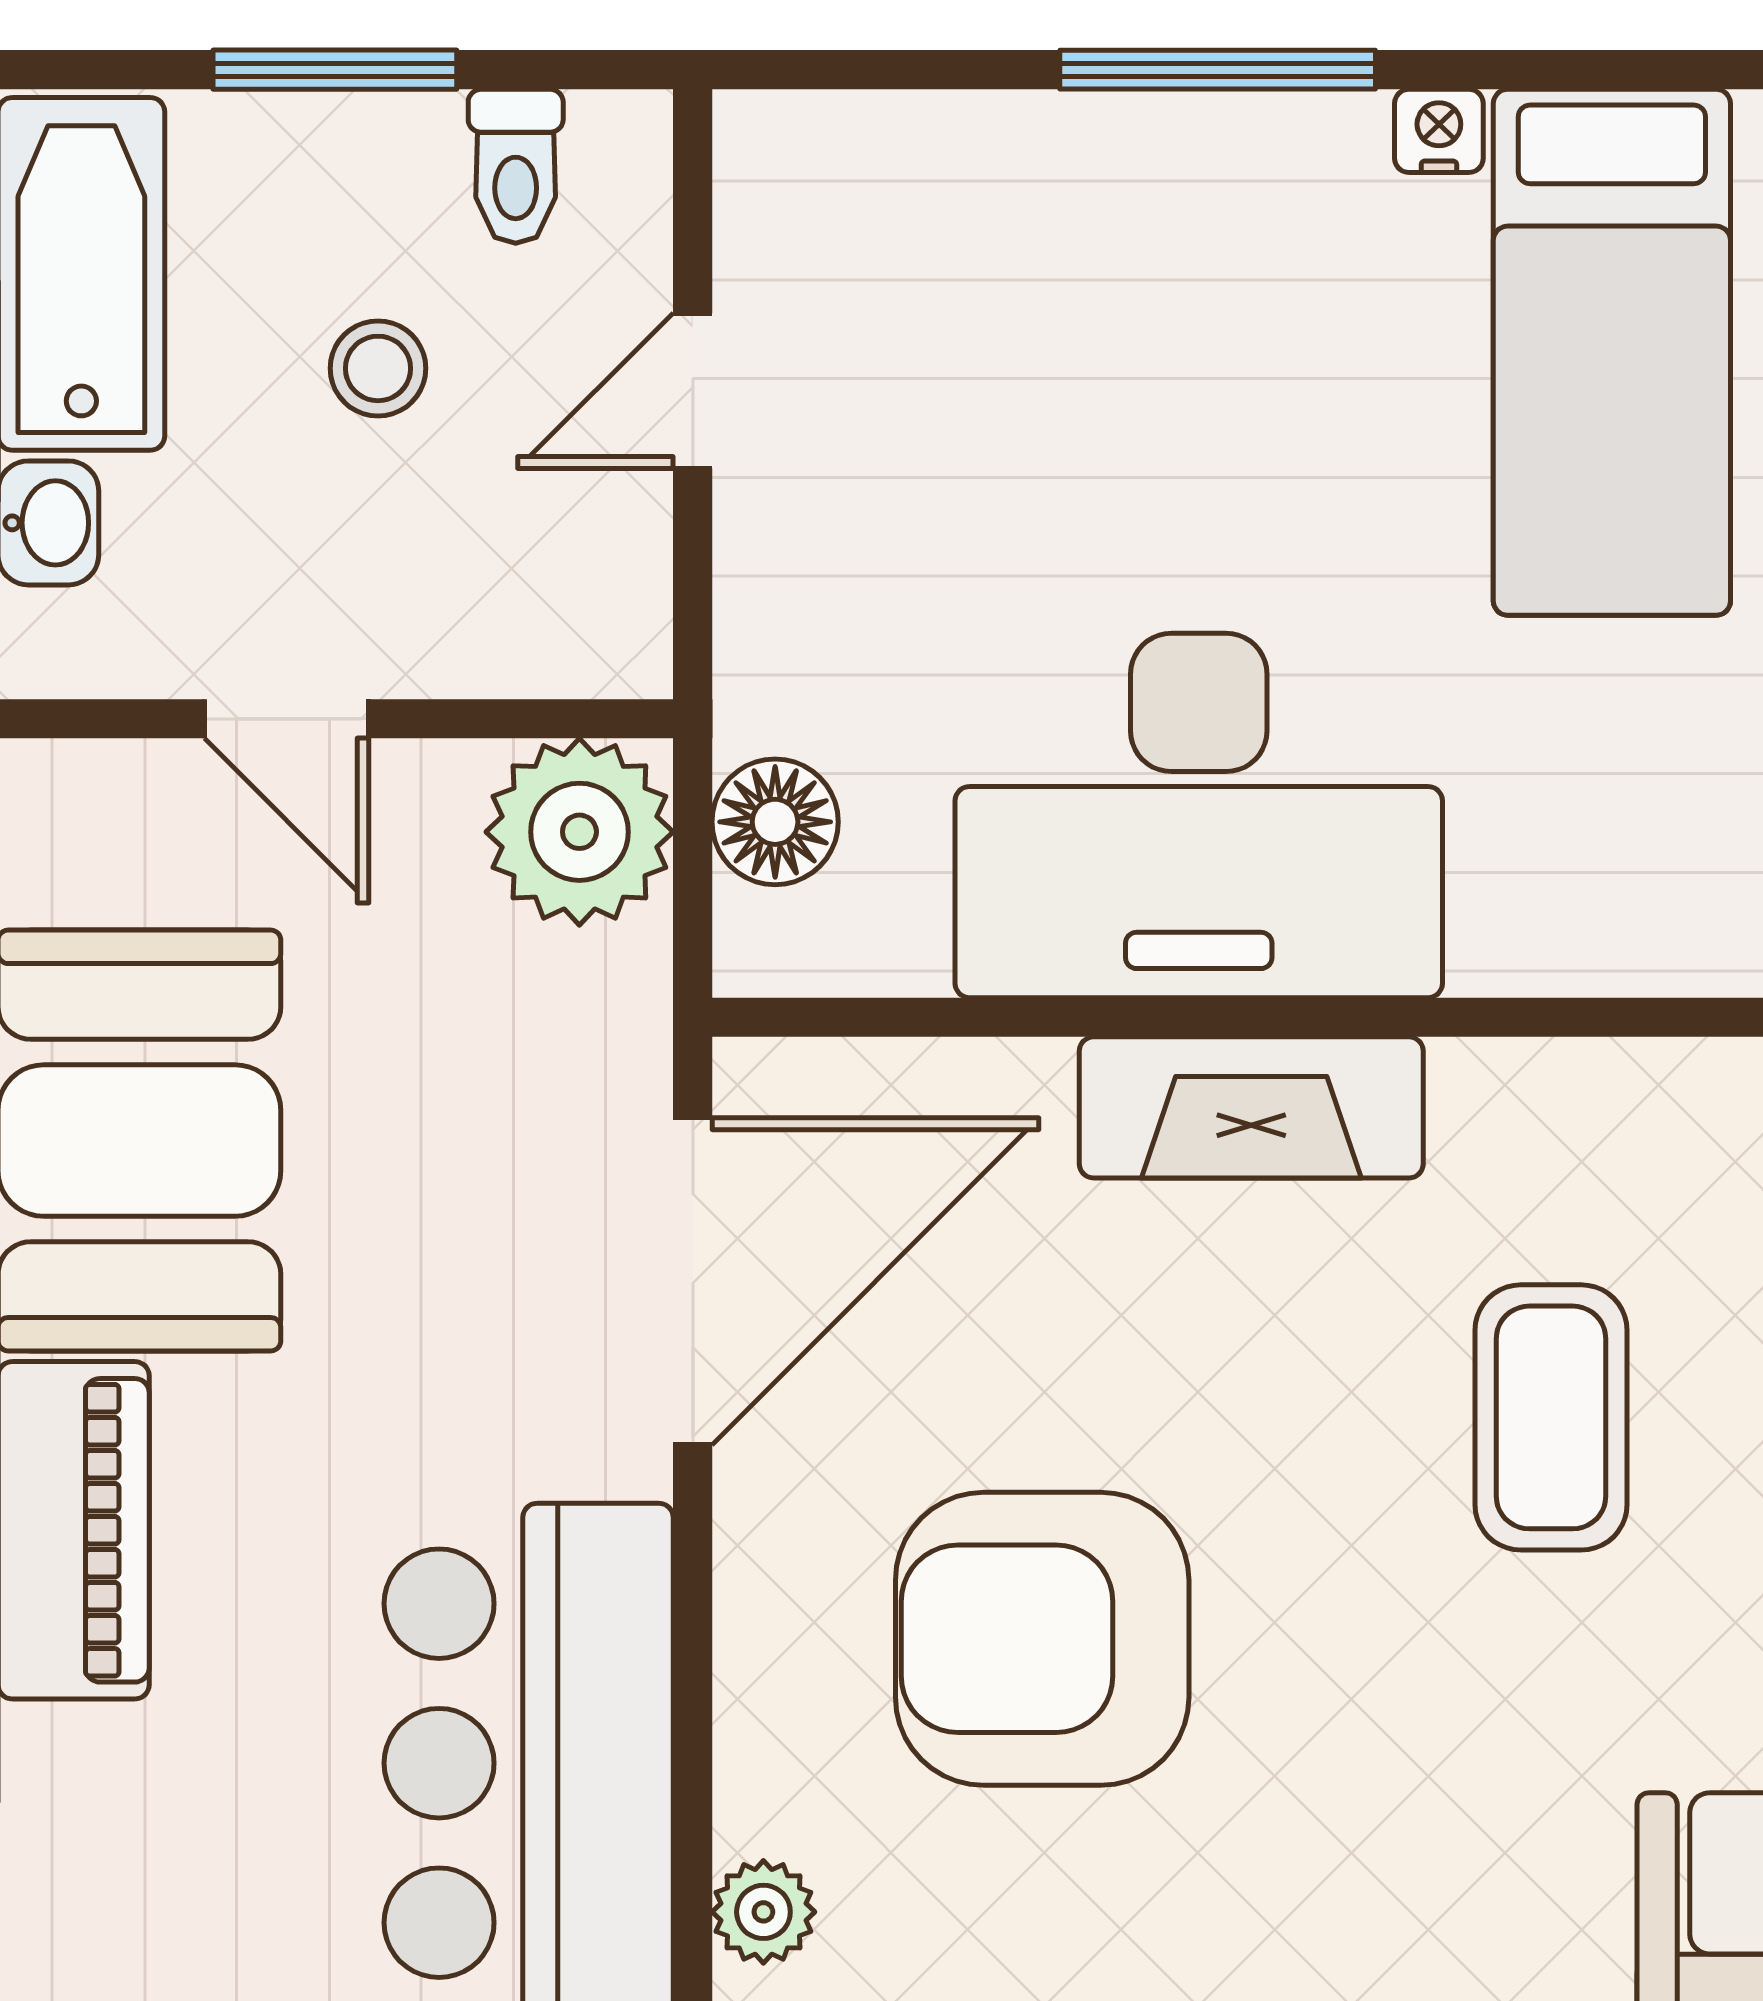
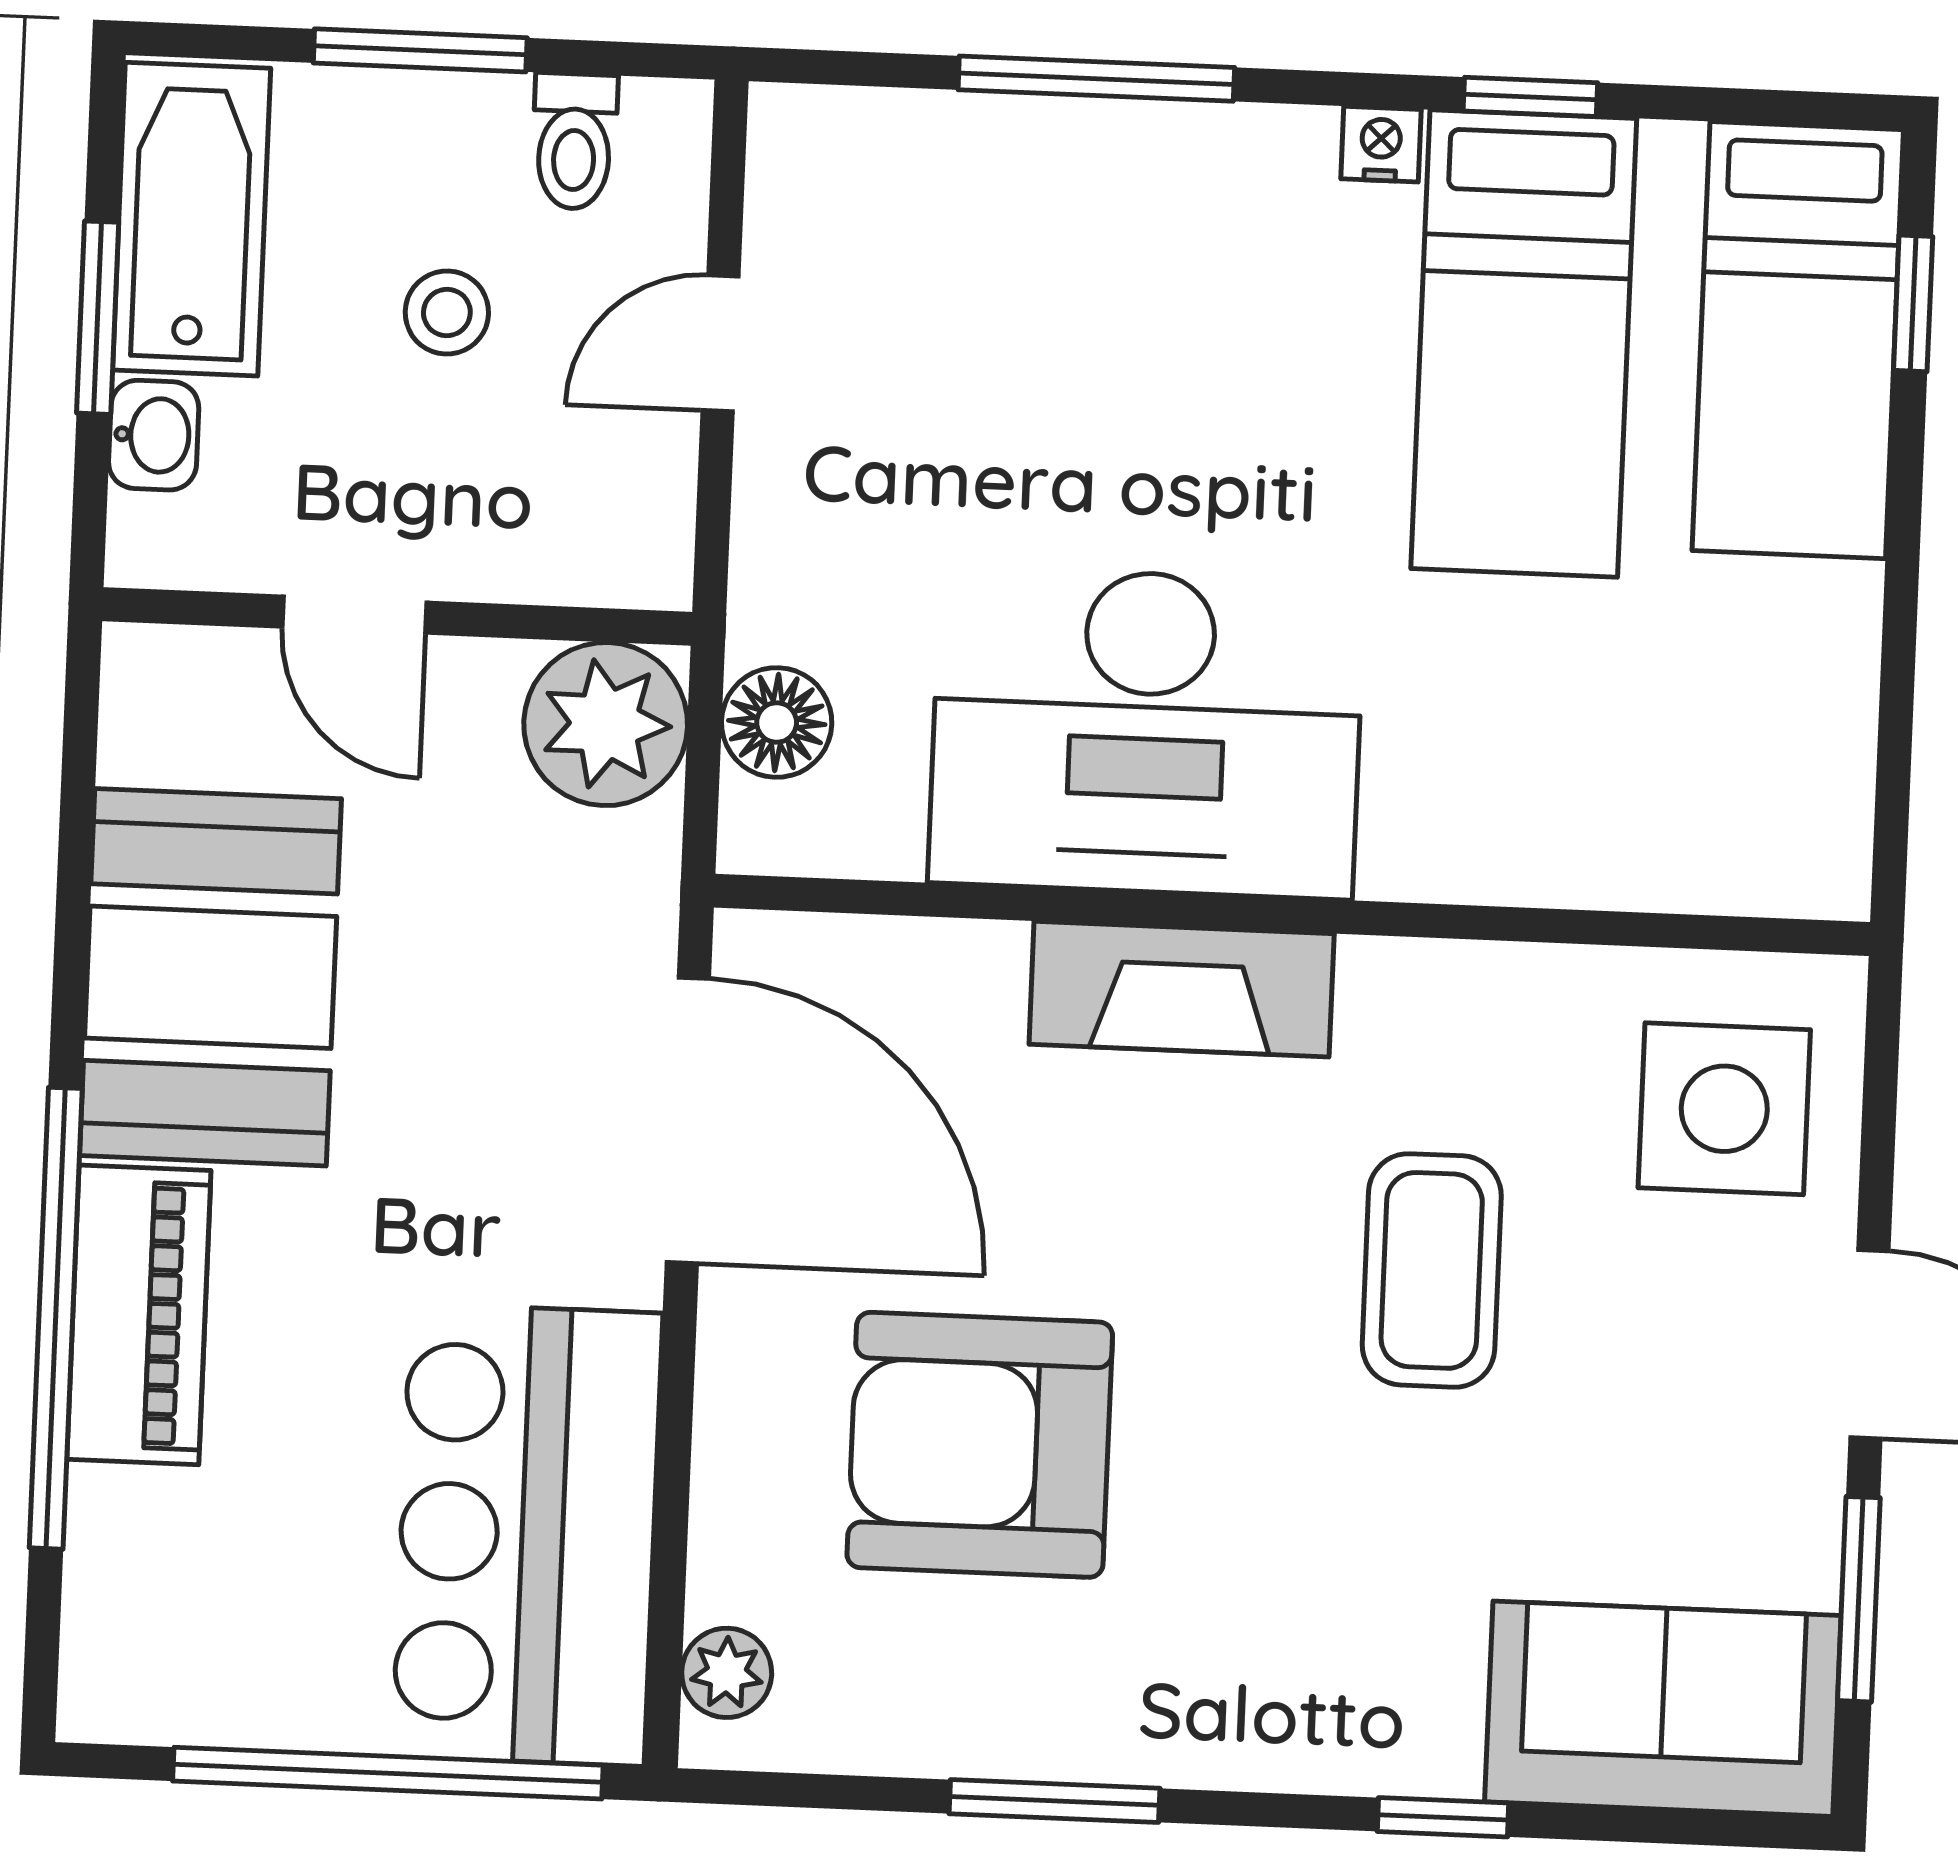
window: (1218, 70) -> (1096, 79), moved
window: (1608, 70) -> (1530, 97), added
door: (693, 1281) -> (688, 1120), hinge flipped

